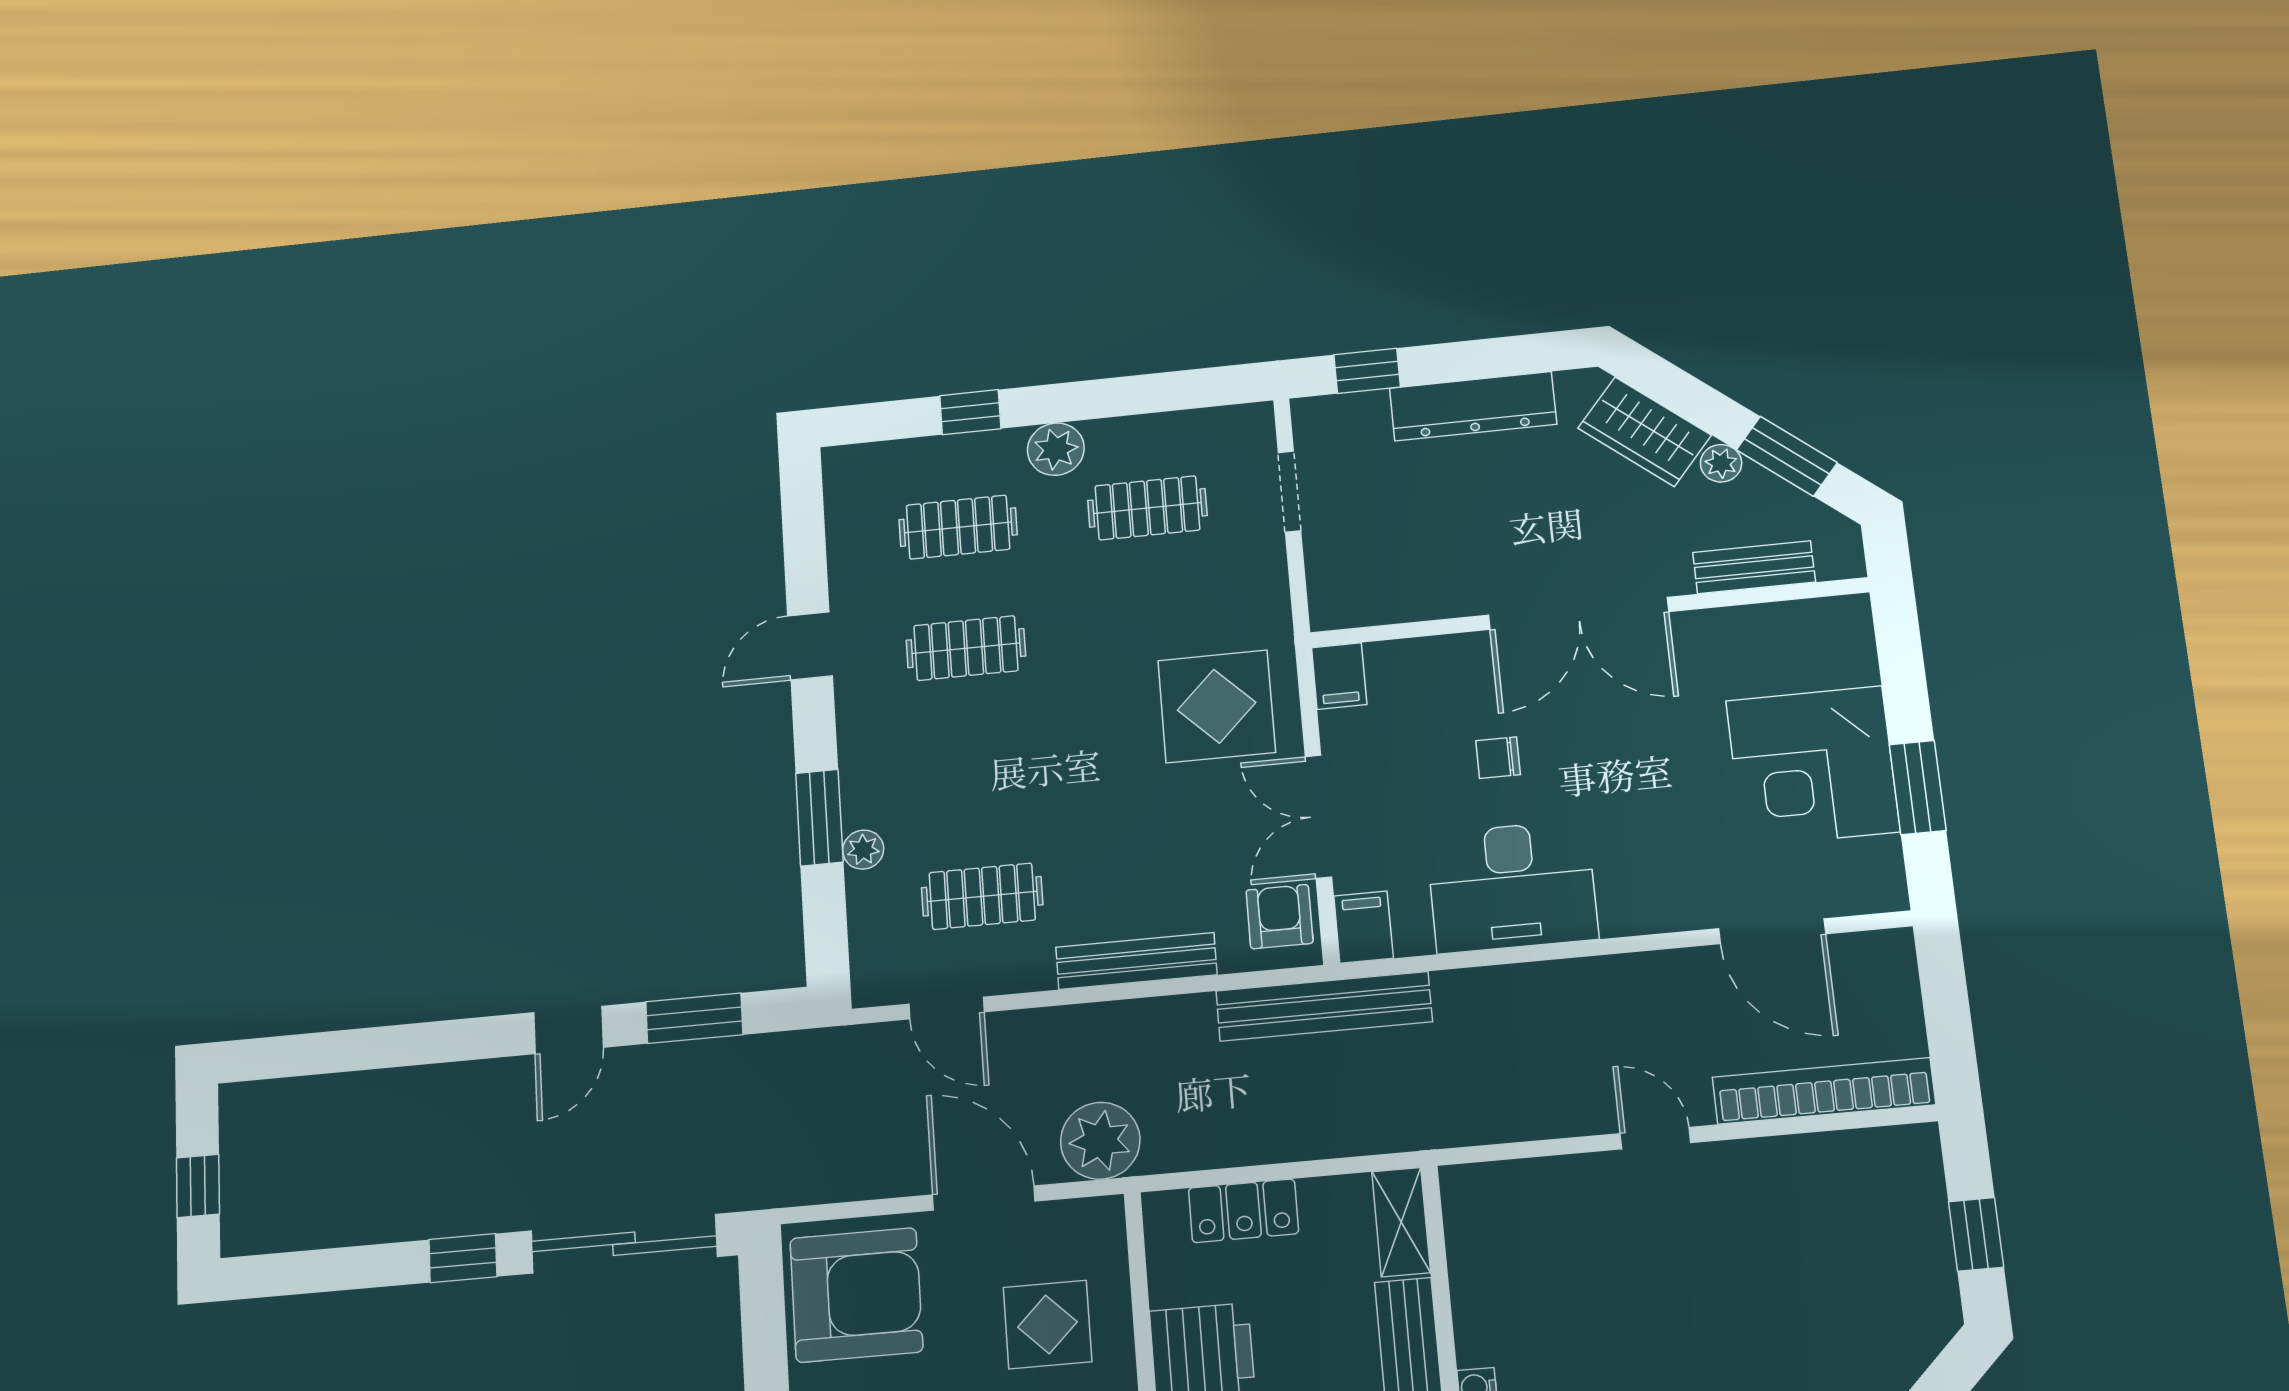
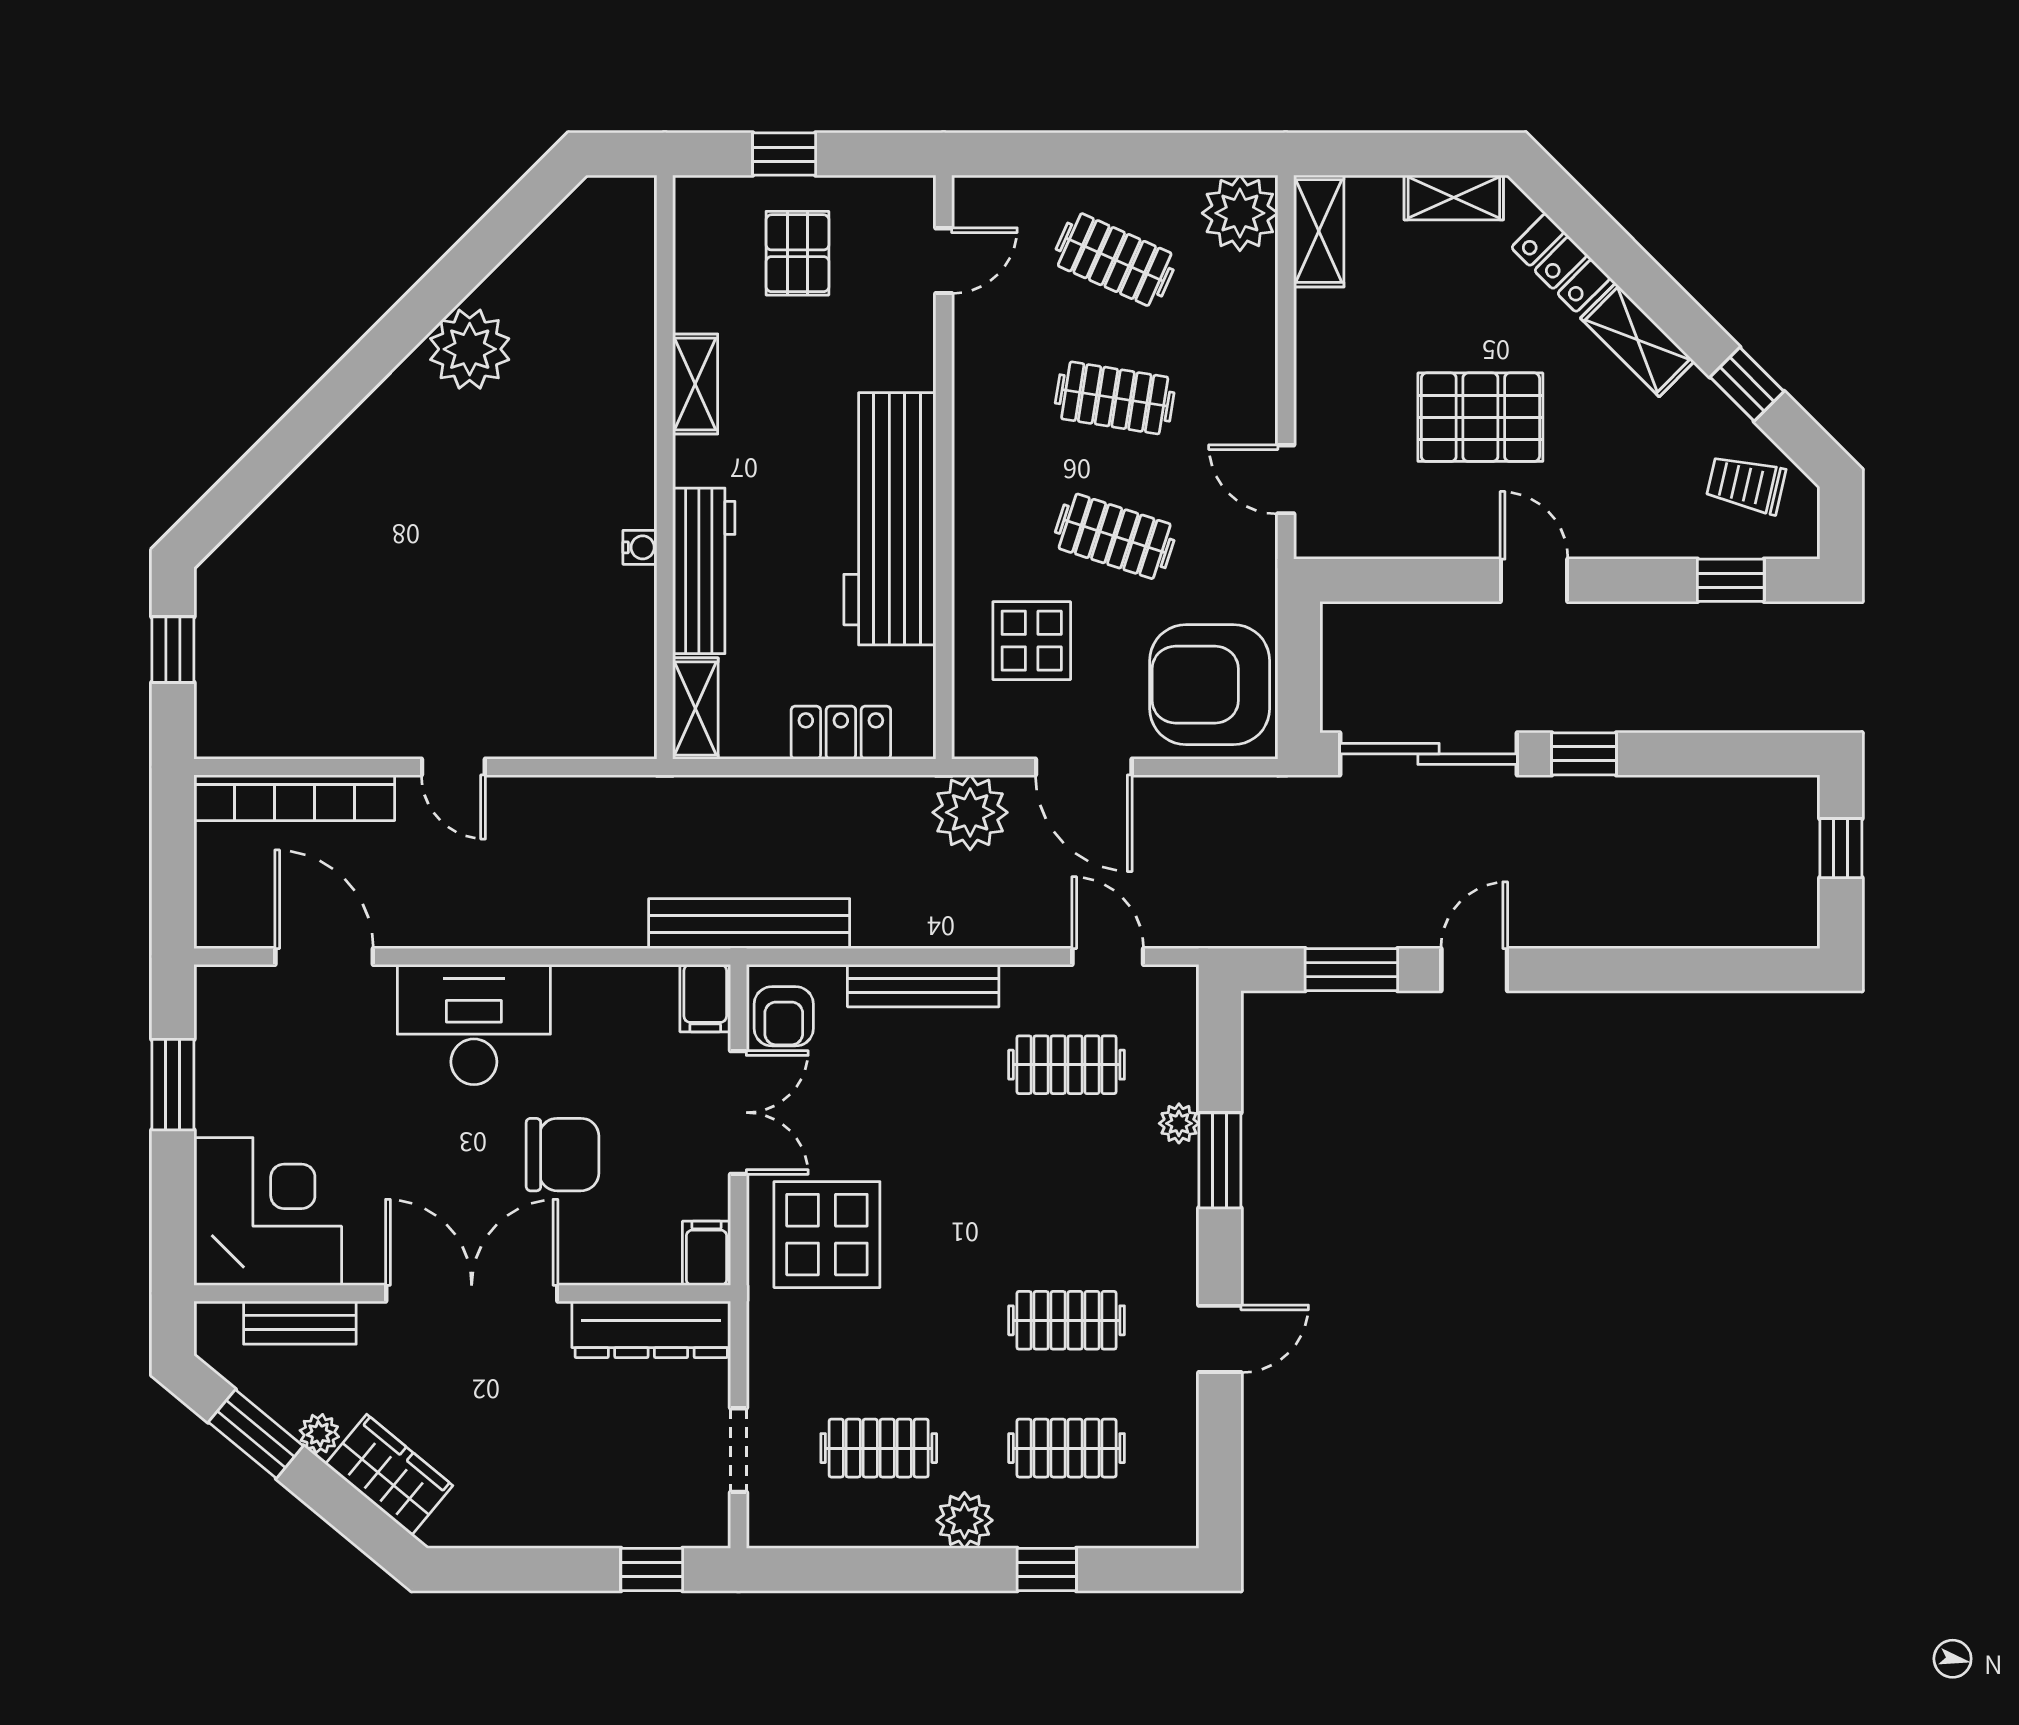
dresser: (1473, 406) -> (651, 1329), moved, turned 180
chair: (1498, 758) -> (562, 1155), width x1.87, depth x1.87
corner desk: (1813, 766) -> (268, 1211), moved
desk: (1512, 886) -> (474, 1025), moved

